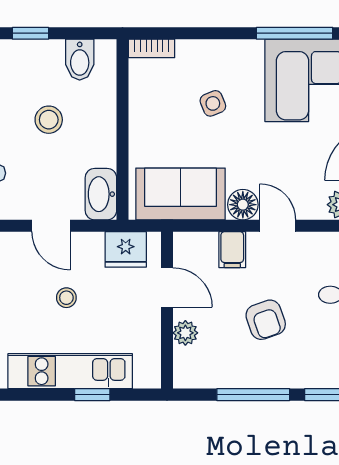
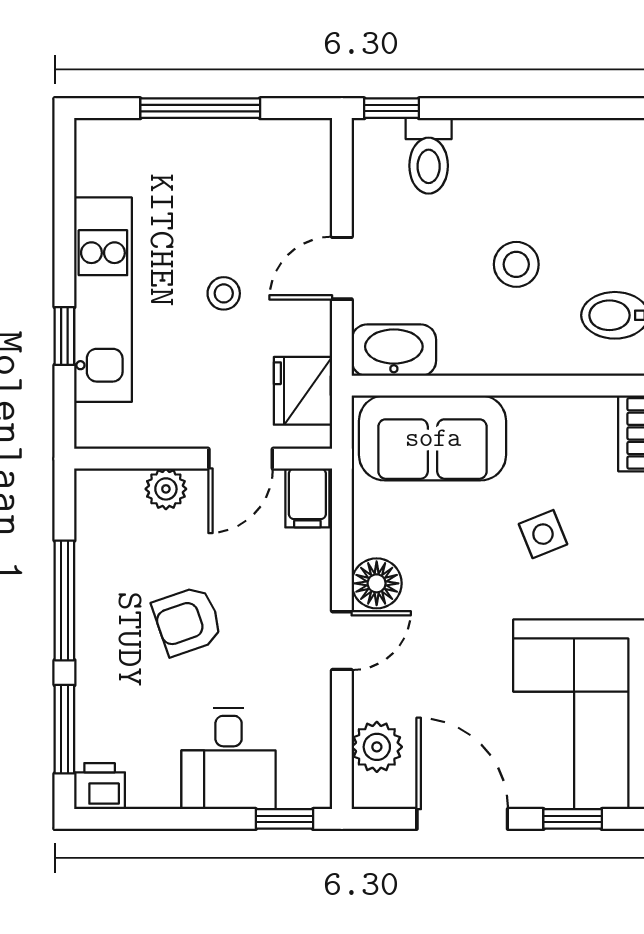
sofa: (181, 194) -> (433, 438), moved, turned 90
filing cabinet: (232, 250) -> (307, 498), moved, turned -90

